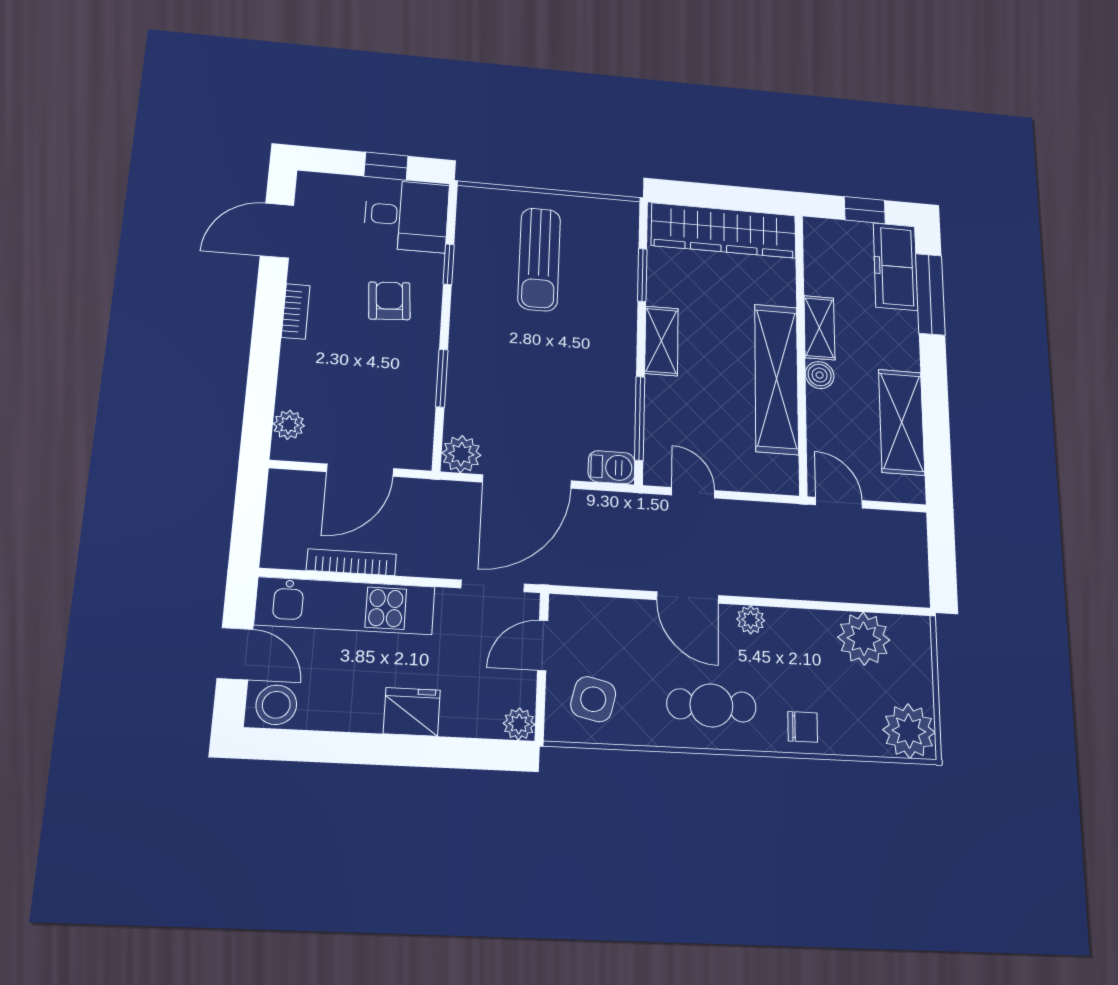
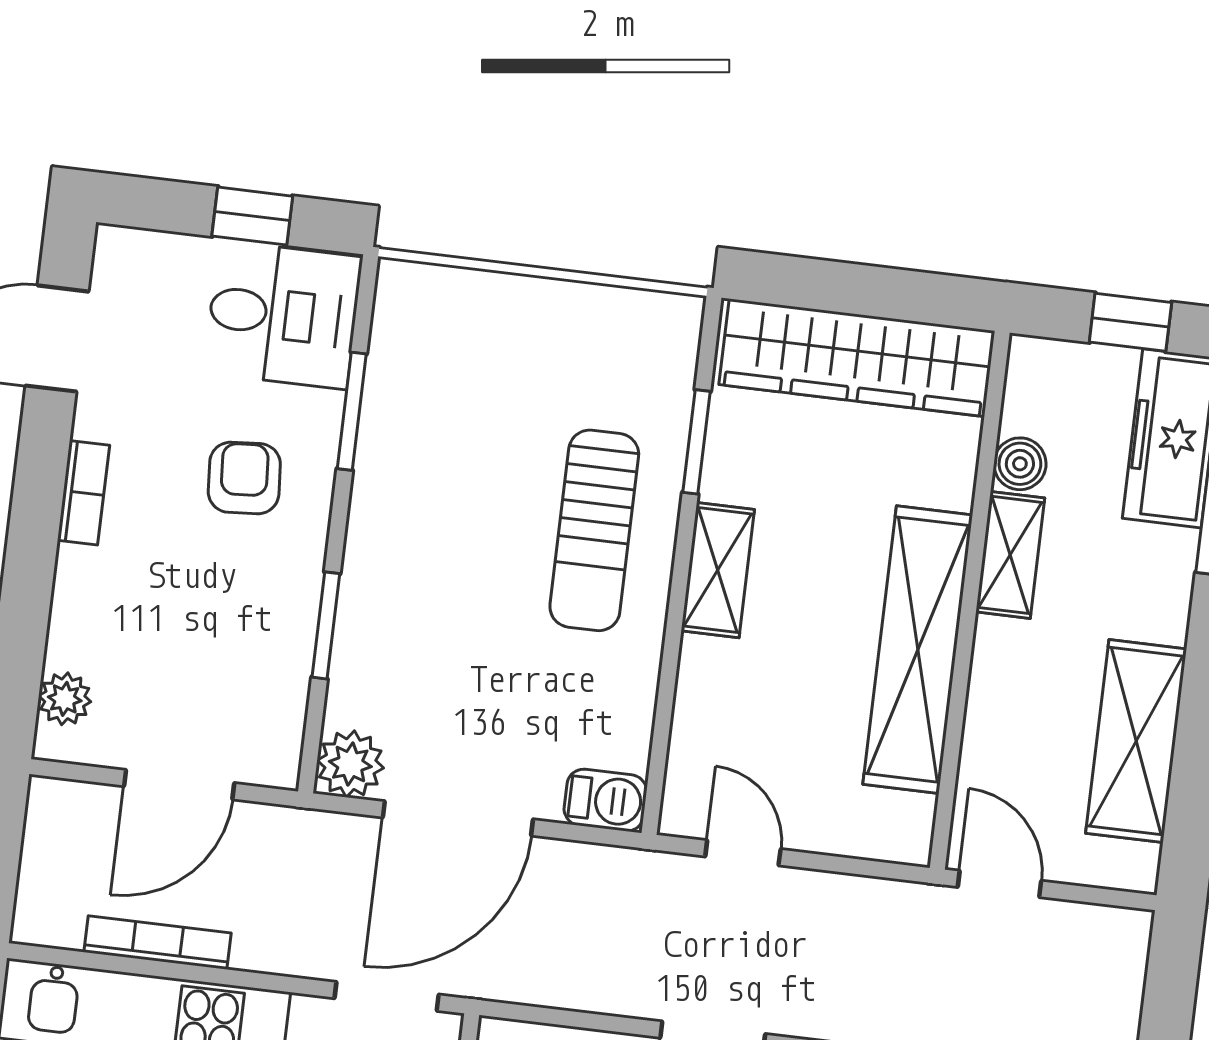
sun lounger: (539, 259) -> (594, 530), moved
window: (449, 264) -> (352, 411), width x1.50
boiler: (820, 375) -> (1020, 464), moved
window: (640, 418) -> (664, 713), removed

